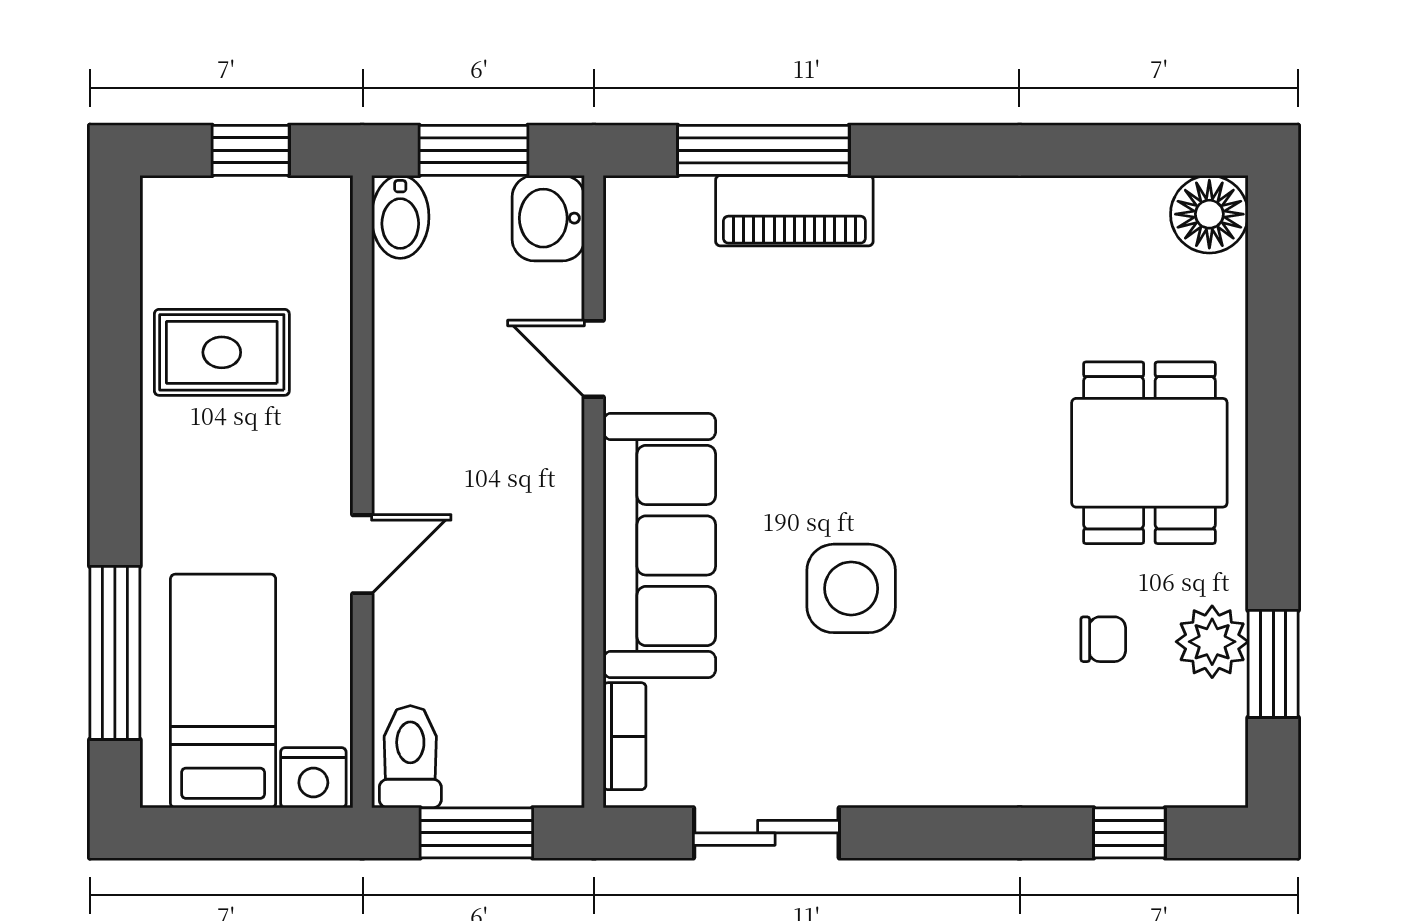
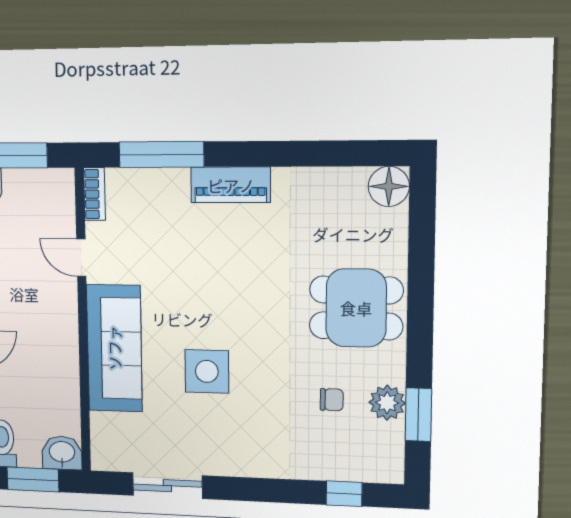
piano: (794, 211) -> (231, 185), moved
washbasin: (548, 218) -> (62, 453), moved, turned 90
dining table: (1149, 453) -> (356, 308), turned 90
bookcase: (625, 736) -> (94, 194), moved

